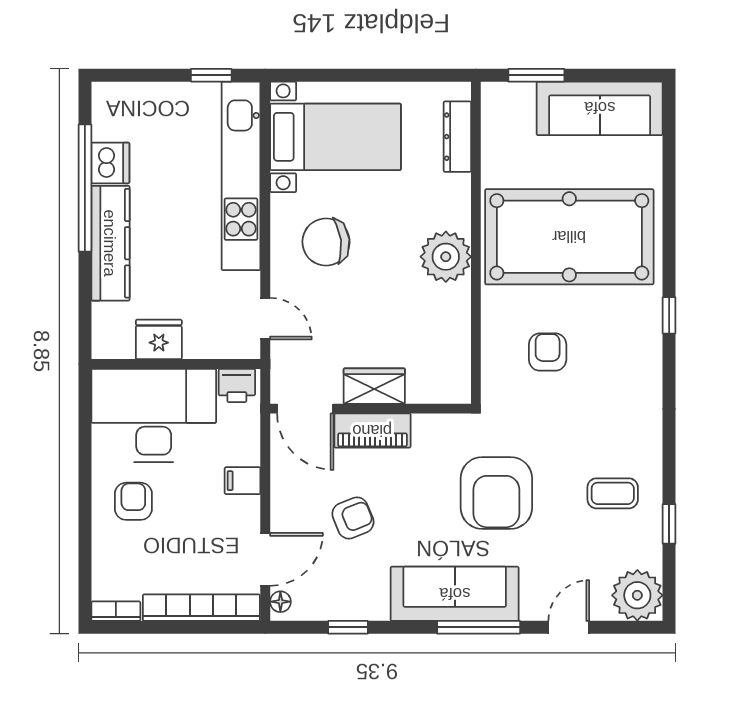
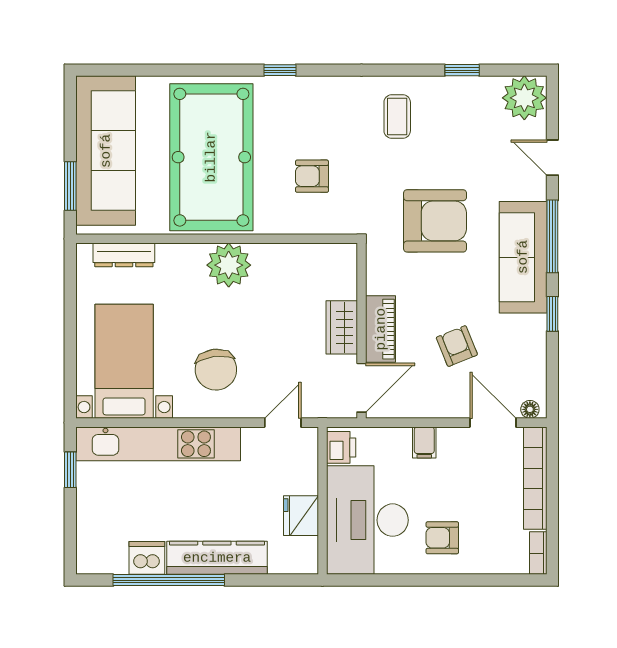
sofa: (600, 108) -> (106, 151), width x1.36, depth x1.27
coffee table: (613, 493) -> (397, 116), moved
window: (348, 627) -> (552, 314), moved

